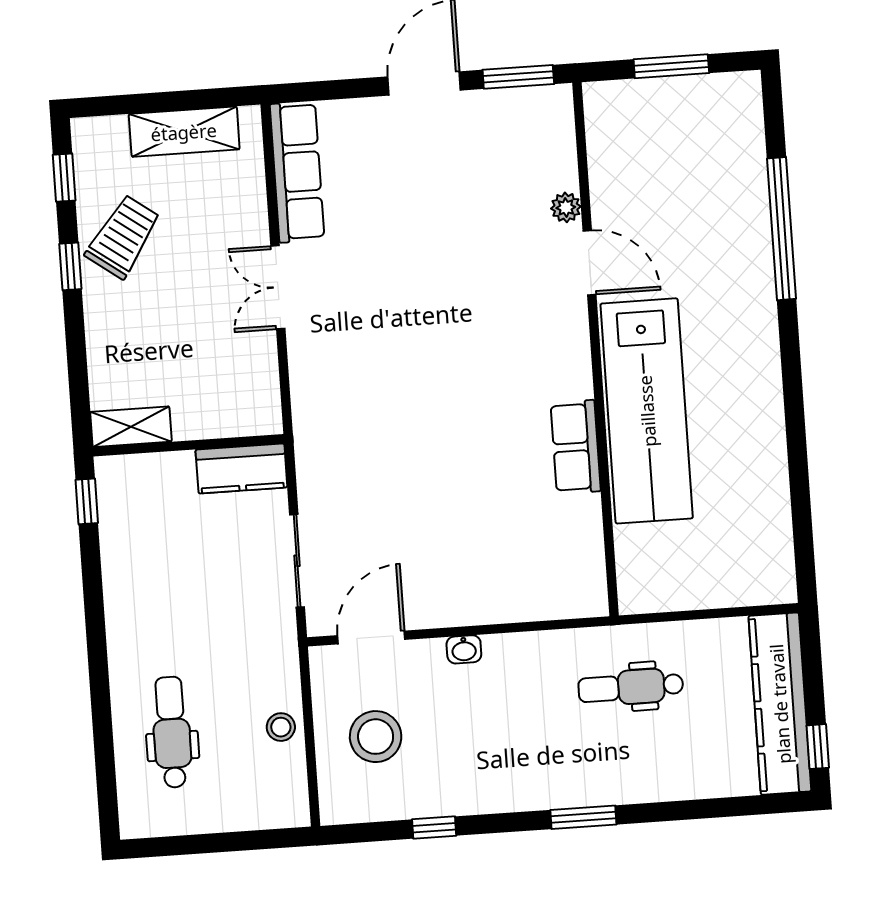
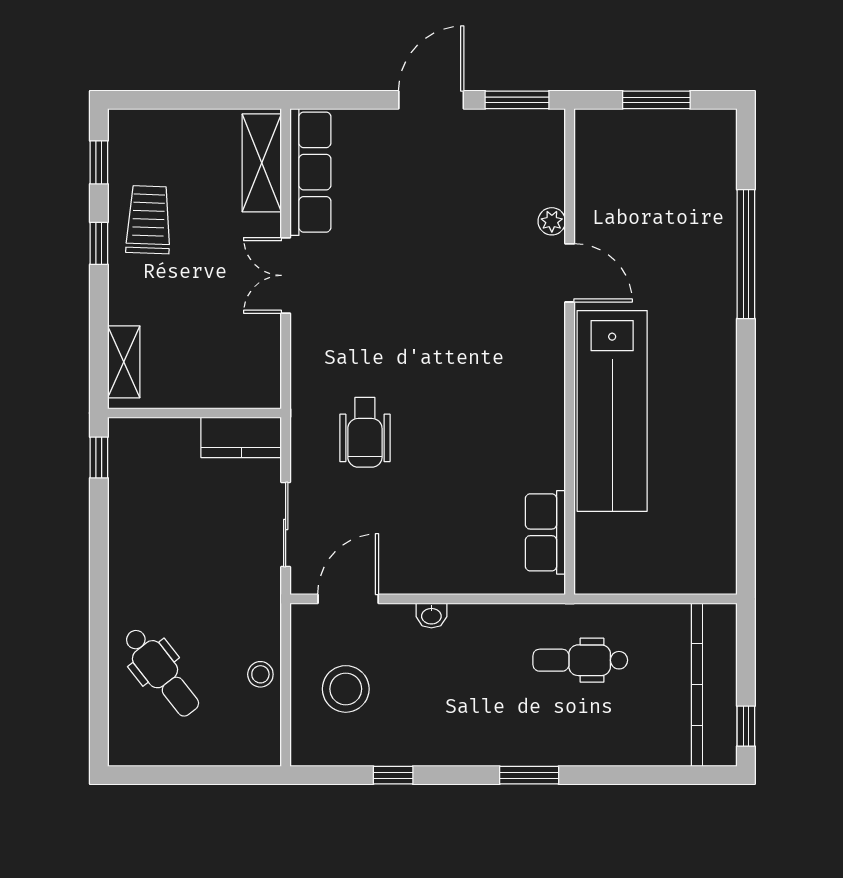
shelving: (184, 132) -> (262, 163), moved, turned 90
trolley: (123, 237) -> (148, 220), turned -34
shelving: (131, 427) -> (124, 362), moved, turned 90
row of seats: (576, 447) -> (545, 532), moved
wheelchair: (377, 453) -> (365, 432), added
dental chair: (172, 732) -> (161, 672), turned 142

